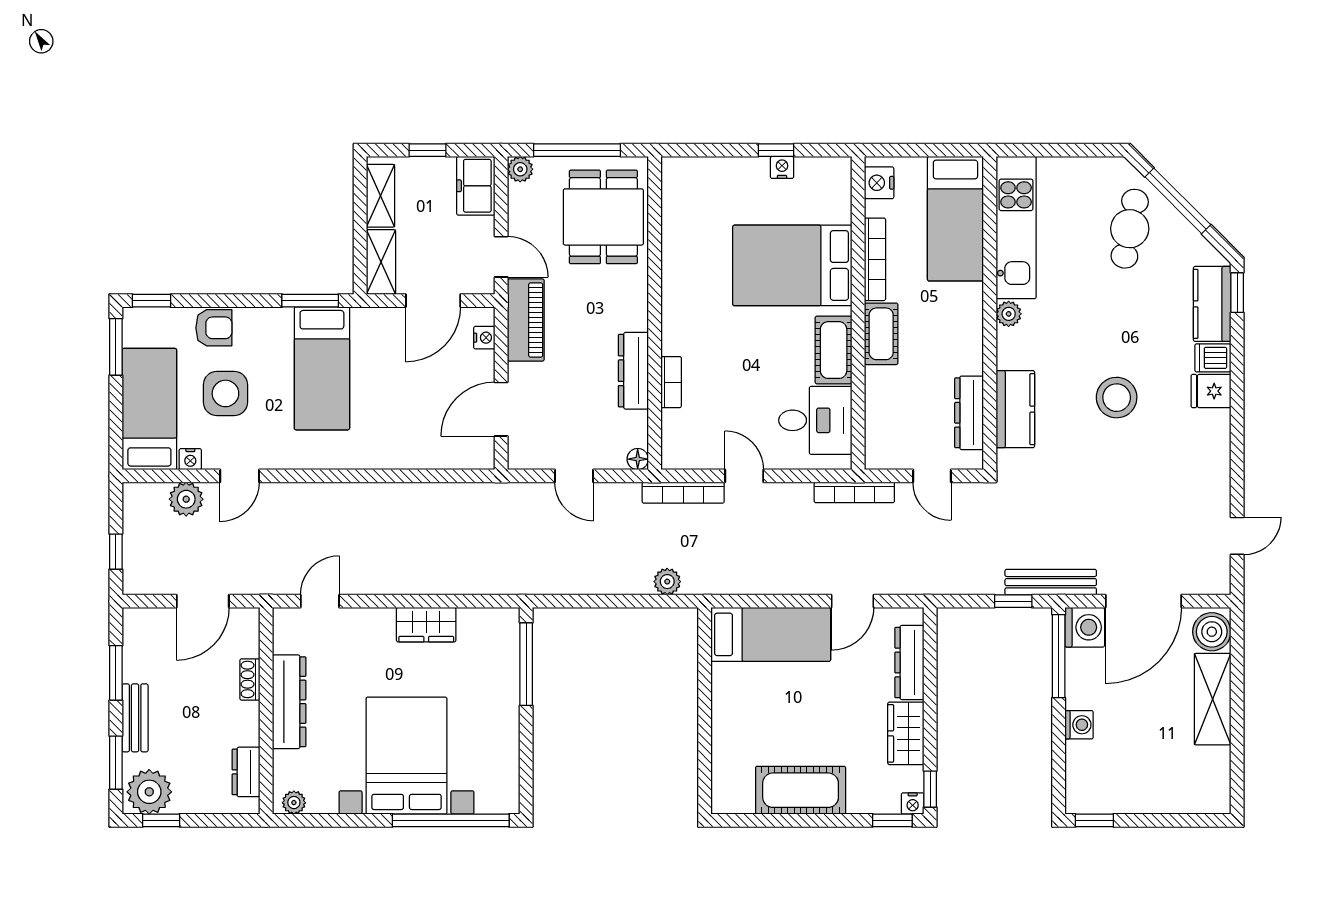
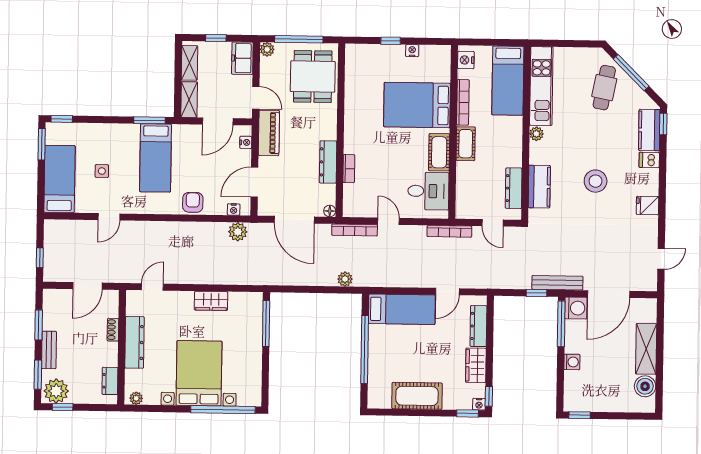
window: (776, 150) -> (391, 41), moved
armchair: (214, 328) -> (193, 202), moved, turned -90
fridge: (1211, 391) -> (647, 206), moved
side table: (225, 393) -> (102, 171), width x0.54, depth x0.54
nightstand: (190, 459) -> (234, 210), moved
door: (574, 476) -> (294, 220), width x1.87
plant: (186, 499) -> (238, 232), moved
boiler: (1212, 632) -> (645, 386), moved
window: (705, 708) -> (365, 349), added

